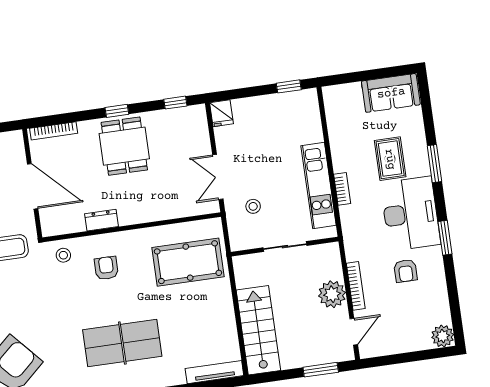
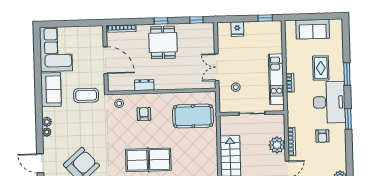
sofa: (391, 93) -> (313, 29), moved
fridge: (221, 113) -> (237, 29), moved

